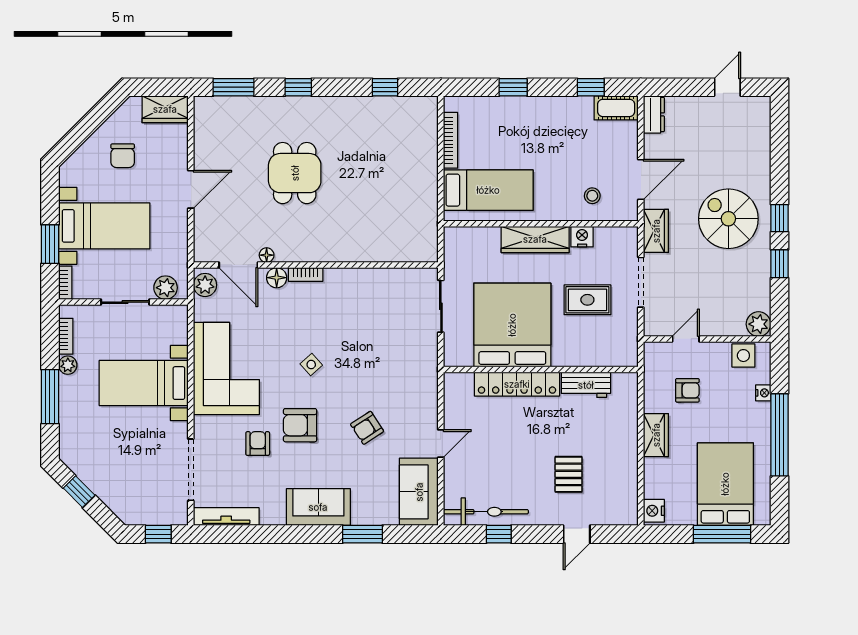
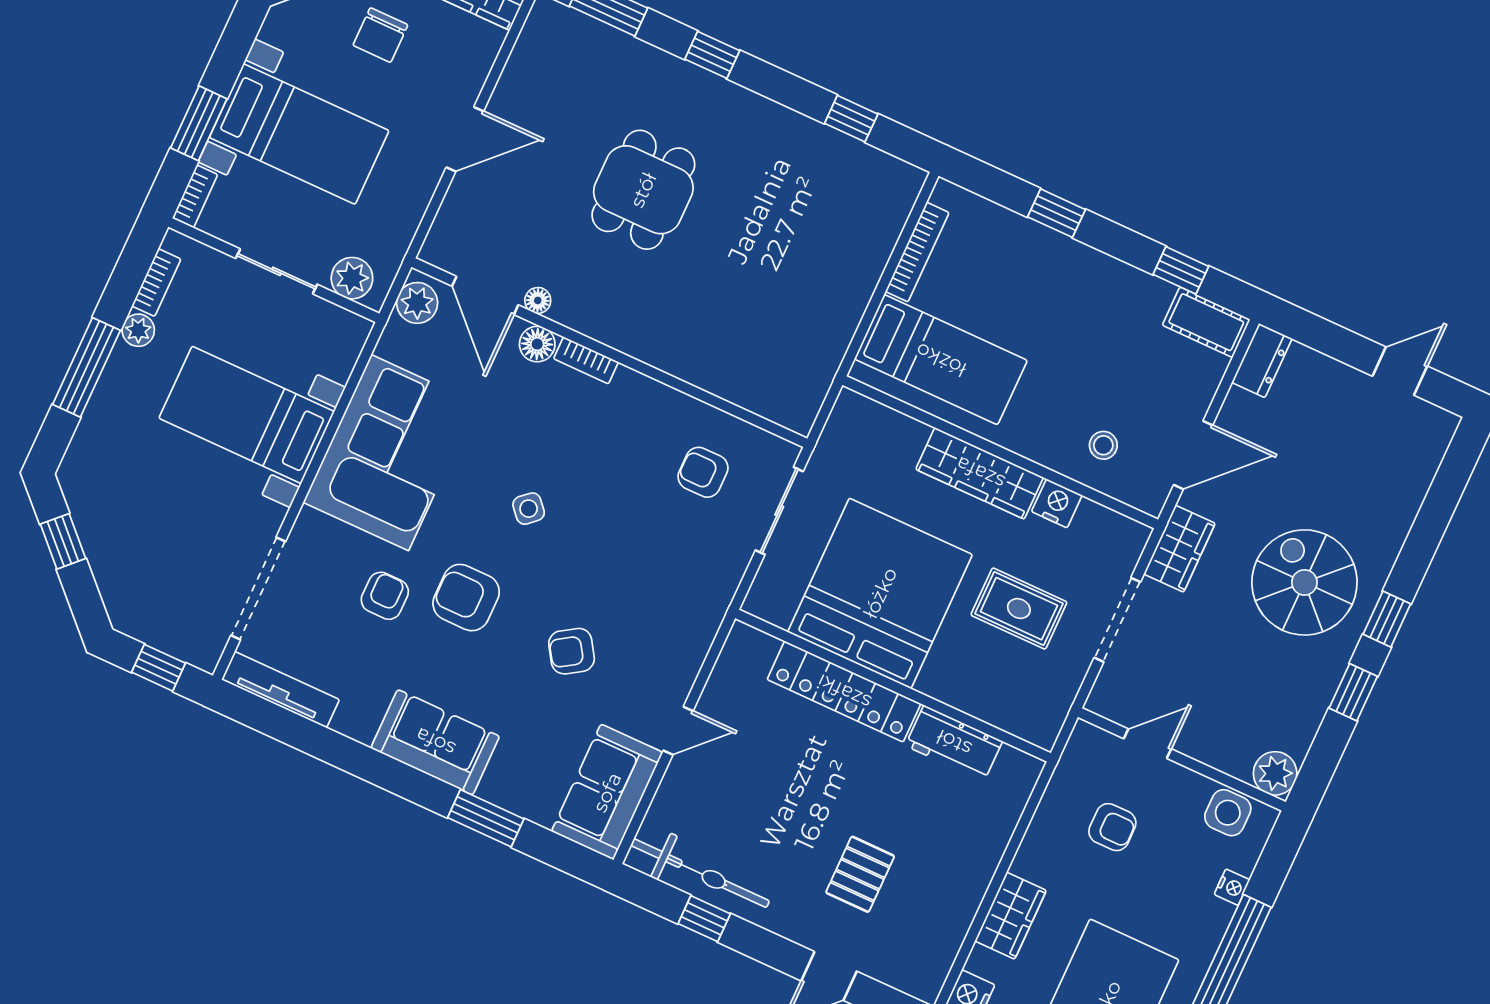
armchair: (392, 304) -> (703, 472), added
wardrobe: (656, 435) -> (1011, 916), moved

